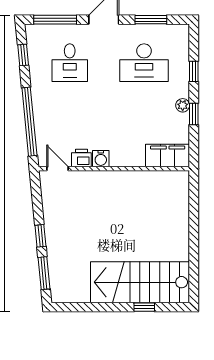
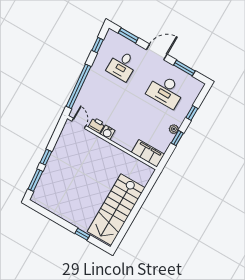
window: (55, 20) -> (128, 35), width x0.69
stairs: (140, 282) -> (116, 210), moved, turned -90

